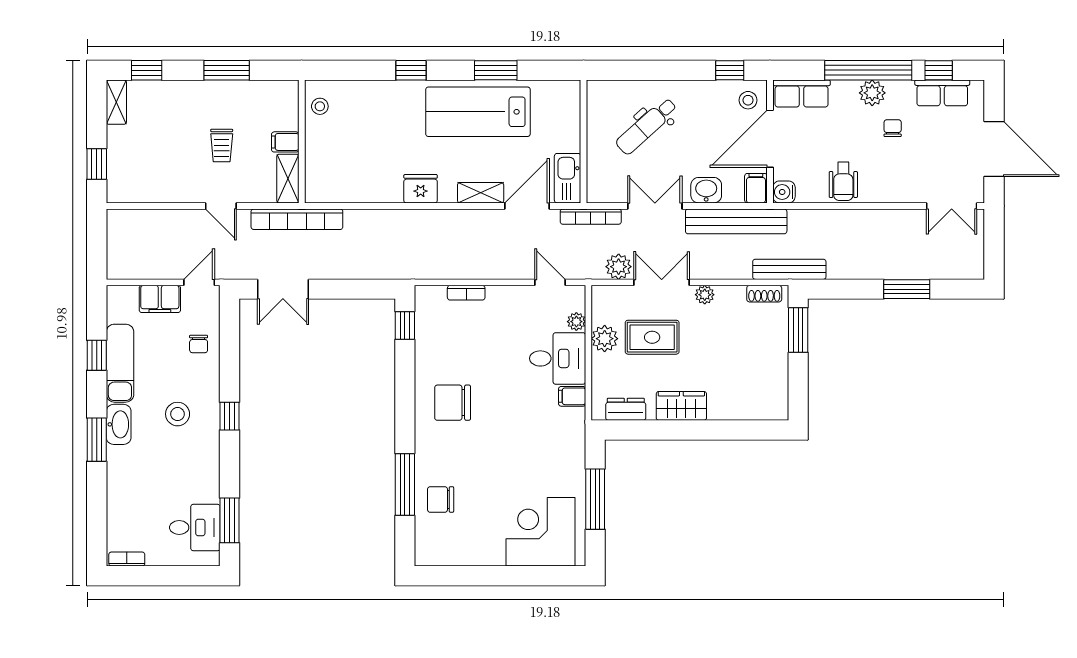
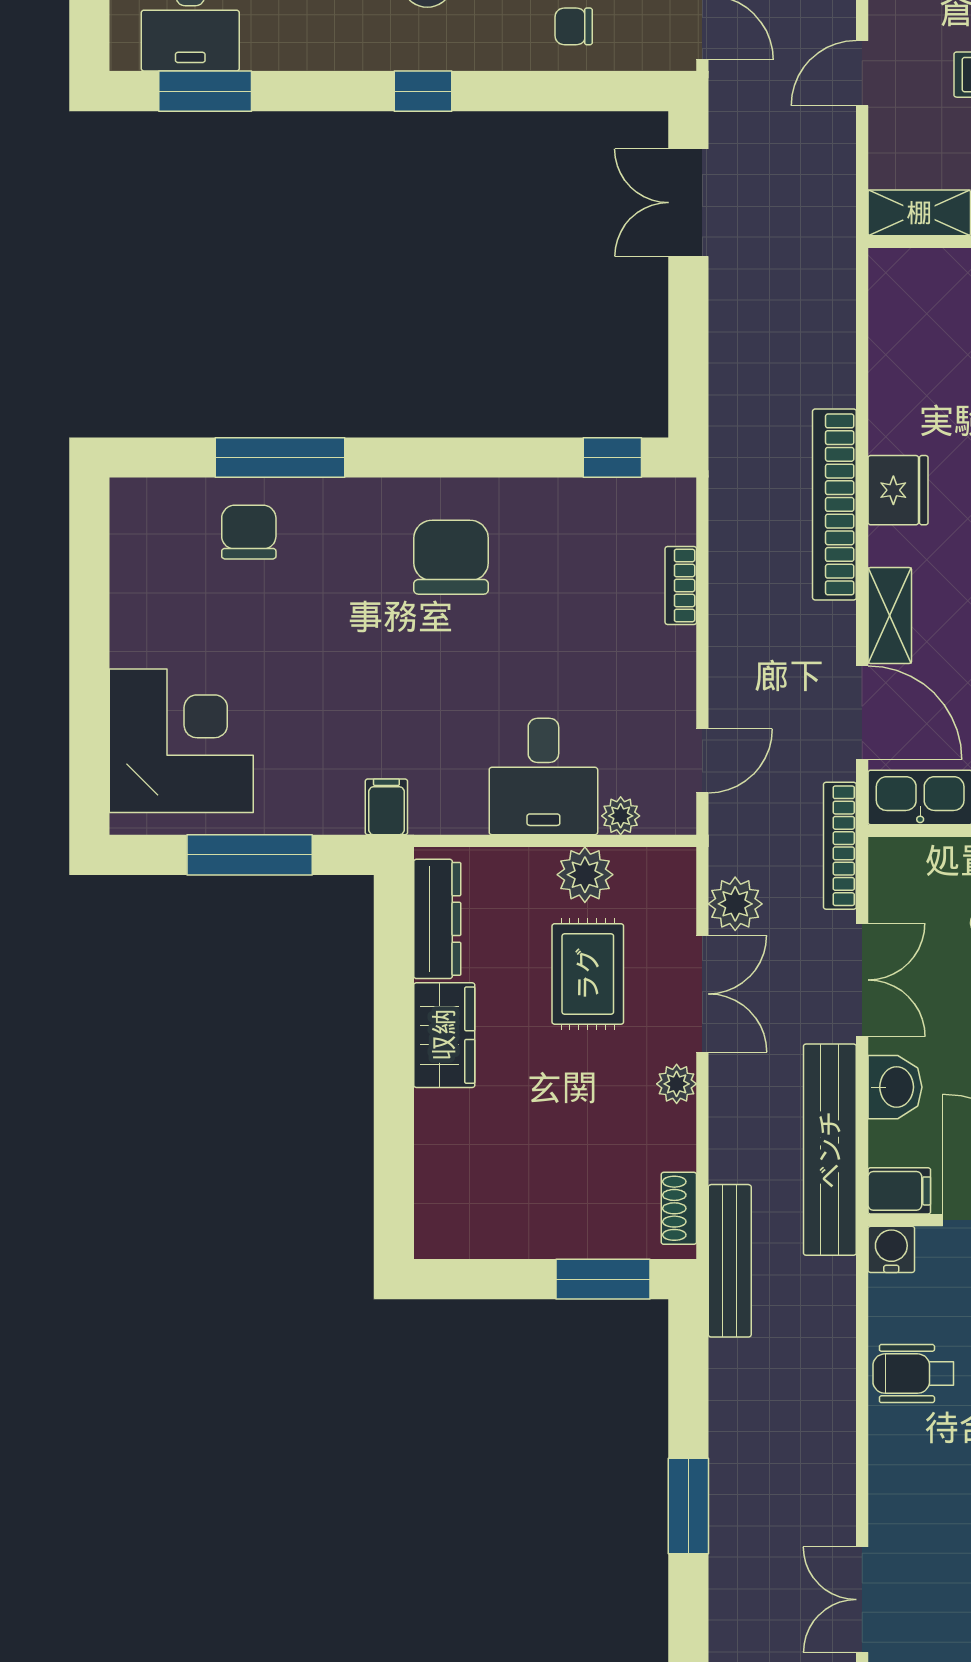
bookcase: (297, 219) -> (834, 504), moved
filing cabinet: (572, 396) -> (386, 807), moved
dresser: (626, 409) -> (437, 919), width x1.44

